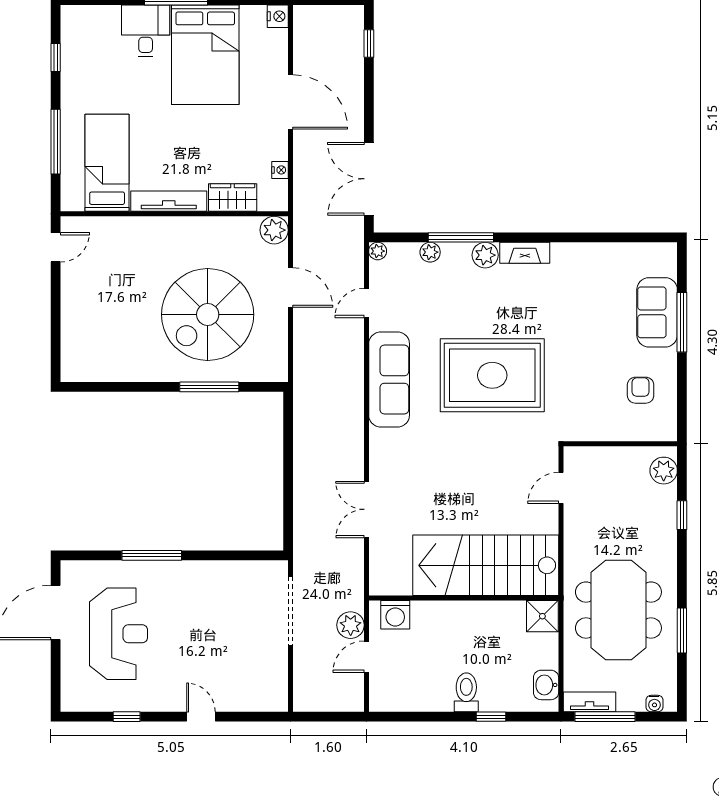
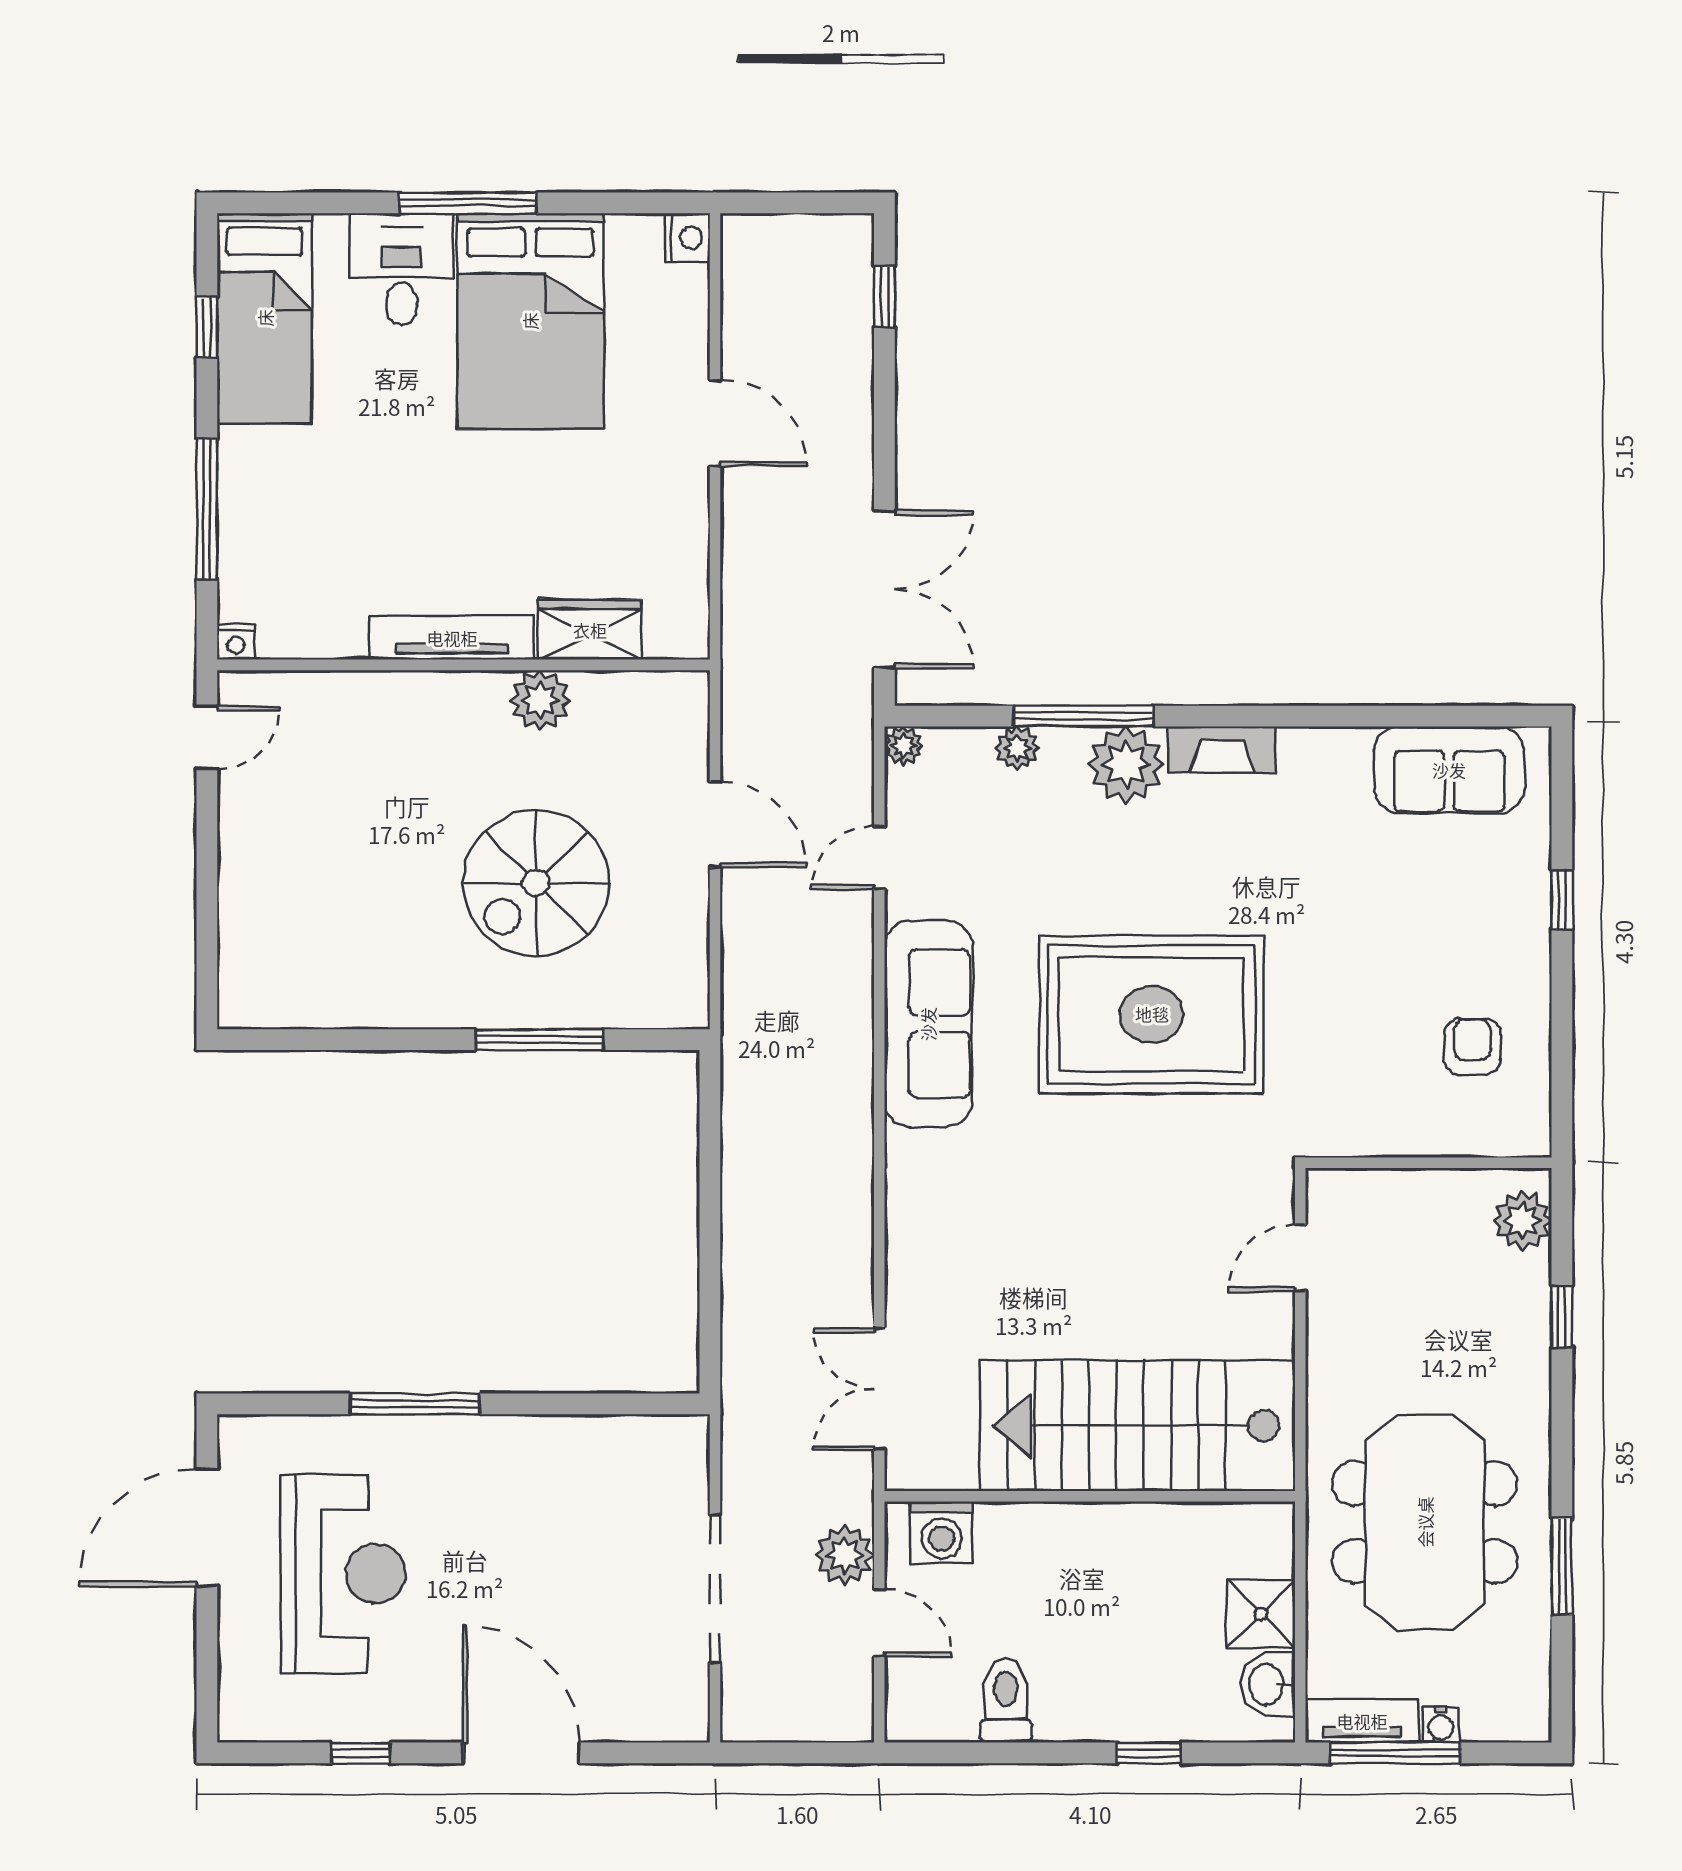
door: (290, 102) -> (715, 423), width x0.73
bed: (107, 163) -> (265, 318), moved, turned 180
nightstand: (280, 170) -> (236, 642), moved, turned 90
double door: (369, 179) -> (884, 589), swing flipped
plant: (274, 230) -> (540, 700), moved
plant: (485, 255) -> (1126, 765), width x1.36, depth x1.36
sofa: (657, 312) -> (1449, 770), moved, turned -90
spiral stairs: (208, 315) -> (536, 883), width x0.73, depth x0.73
window: (682, 322) -> (1562, 900), width x0.46
double door: (366, 509) -> (879, 1389), moved
doorway: (290, 611) -> (715, 1589), moved
shower: (542, 616) -> (1261, 1614), moved
door: (366, 657) -> (879, 1623), swing flipped
toilet: (466, 692) -> (1006, 1700), moved
water cooler: (654, 704) -> (1441, 1725), moved
door: (201, 717) -> (521, 1753), width x1.87

